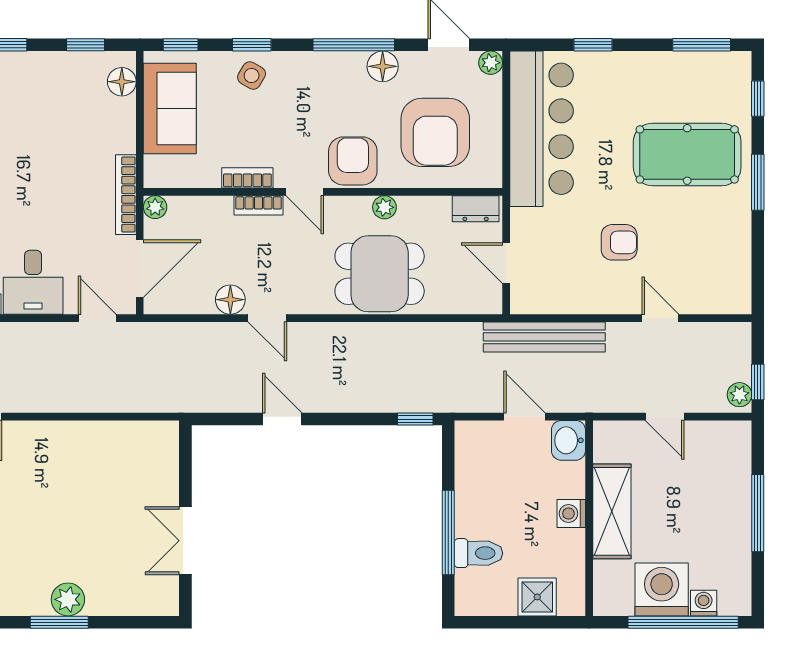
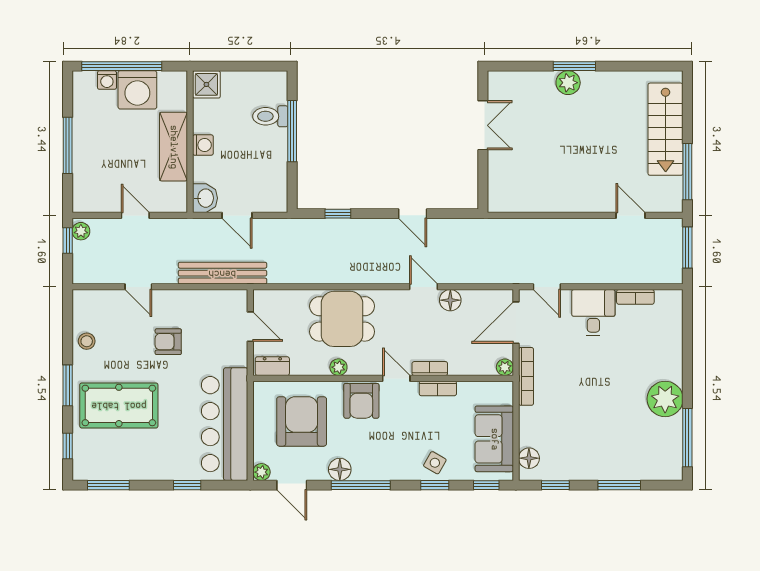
stool: (732, 243) -> (87, 341), added
window: (415, 419) -> (338, 214), moved
shower: (537, 597) -> (206, 84), moved

